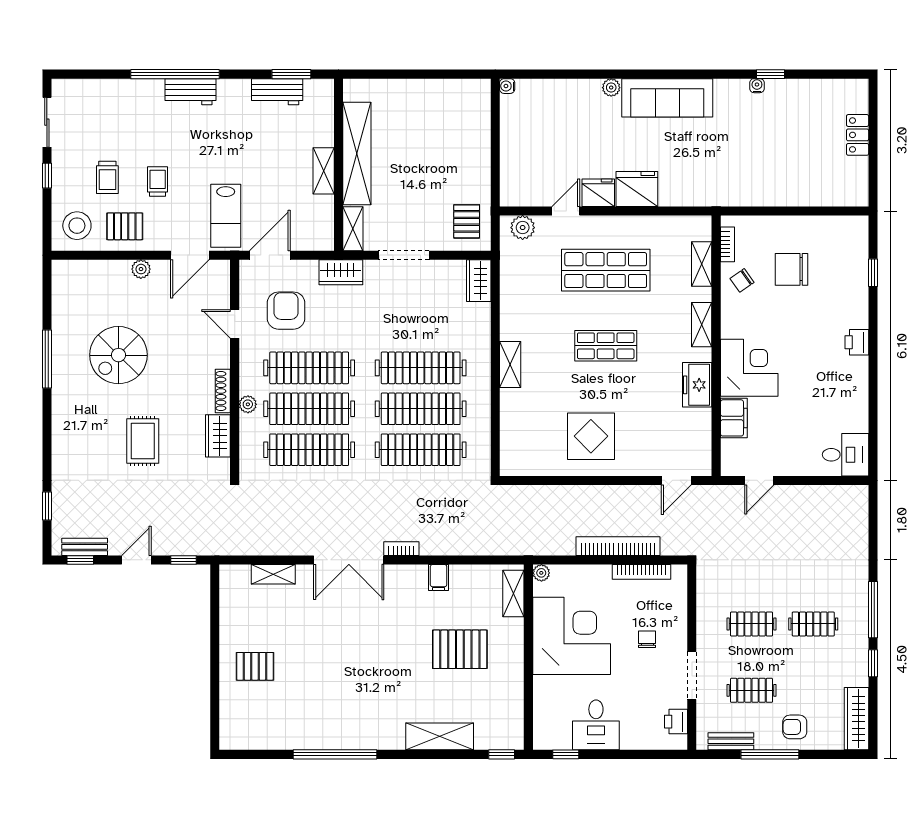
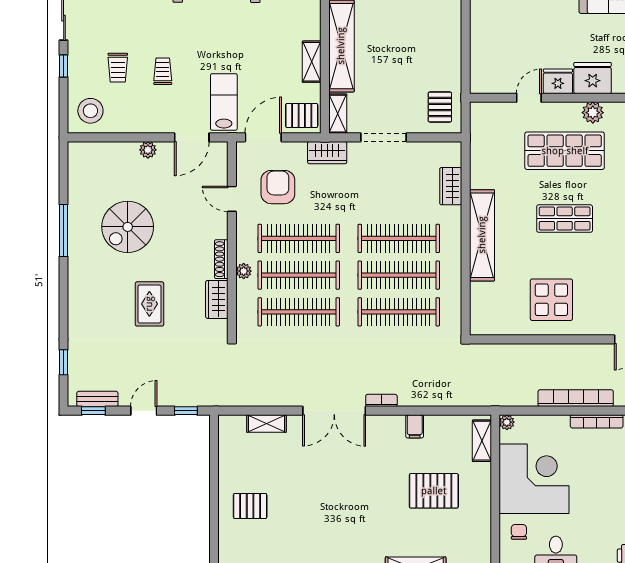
lab bench: (226, 216) -> (224, 102), turned 180
pallet: (125, 226) -> (302, 116), moved
plant: (523, 228) -> (593, 113), moved
wardrobe: (479, 281) -> (451, 186), moved
shelving: (510, 364) -> (482, 235), width x2.20, depth x1.33
chair: (647, 639) -> (519, 532), moved

